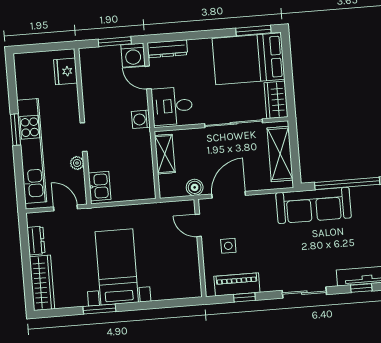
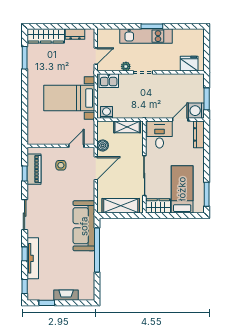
bed: (249, 59) -> (182, 189), width x0.67
washing machine: (141, 119) -> (106, 112), moved
kitchen unit: (32, 151) -> (146, 36), width x0.73
door: (229, 195) -> (96, 168), hinge flipped
bed with nightstands: (117, 267) -> (69, 98), moved, turned 180
window: (99, 309) -> (25, 58), moved

